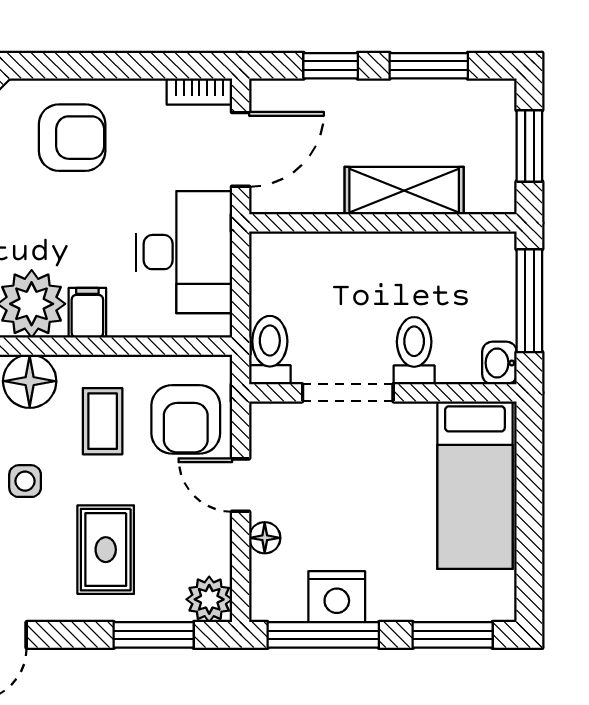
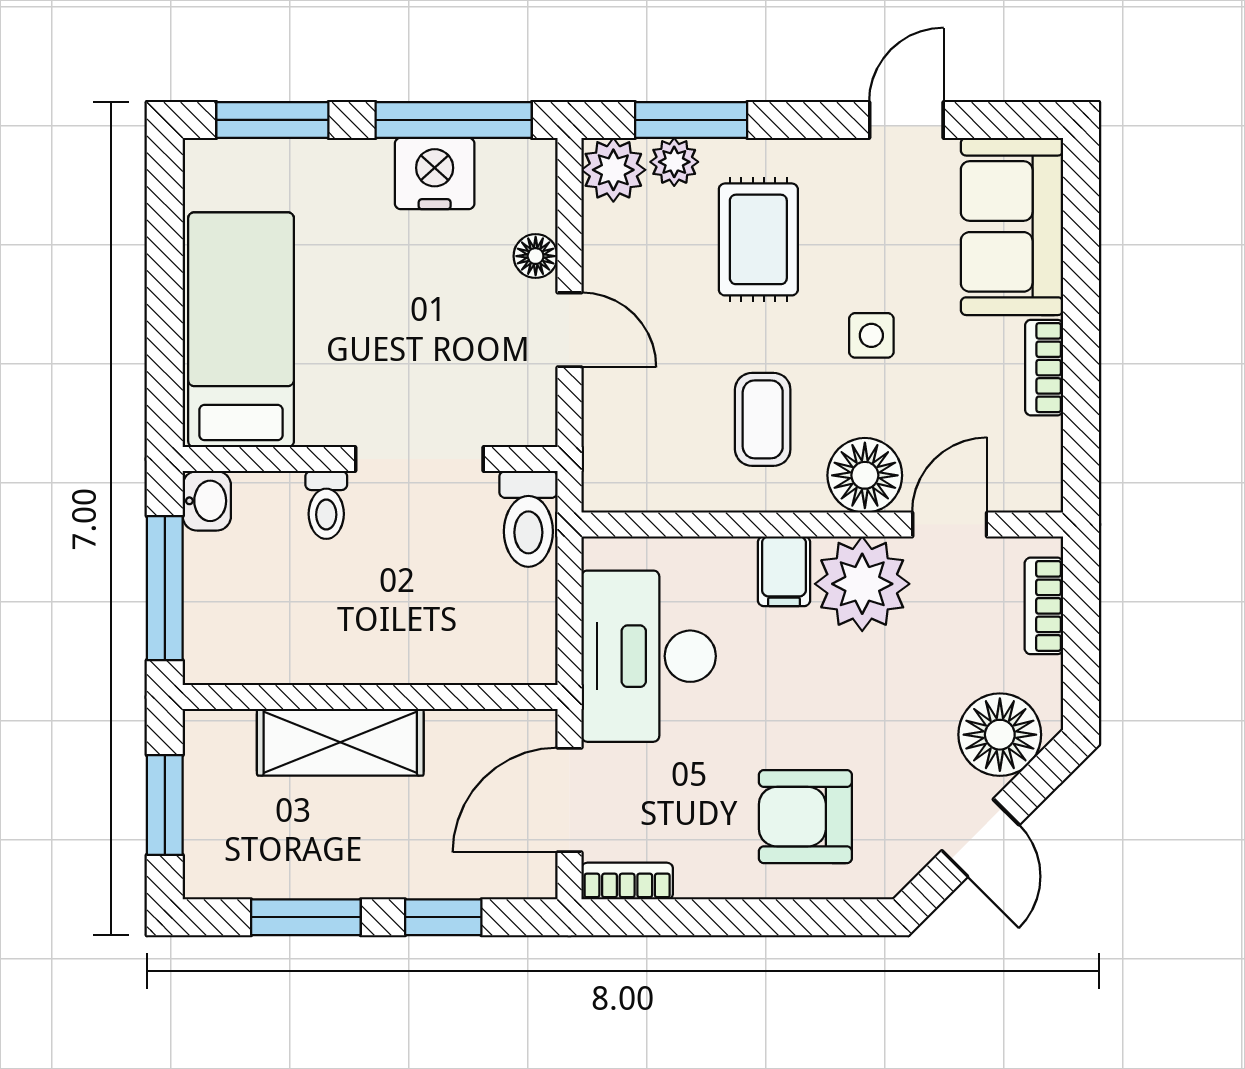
toilet: (414, 351) -> (326, 505), width x0.73, depth x0.72
armchair: (186, 419) -> (646, 422), removed
plant: (166, 605) -> (674, 162), added

